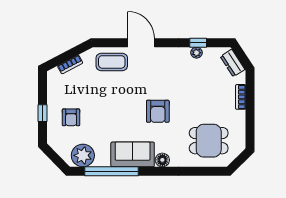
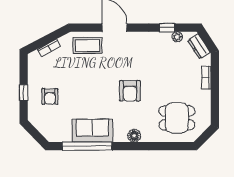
plant: (197, 53) -> (177, 37), moved
sofa: (133, 154) -> (92, 131), moved
plant: (83, 155) -> (61, 132), removed

